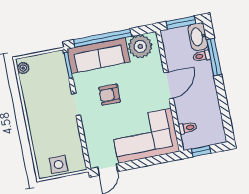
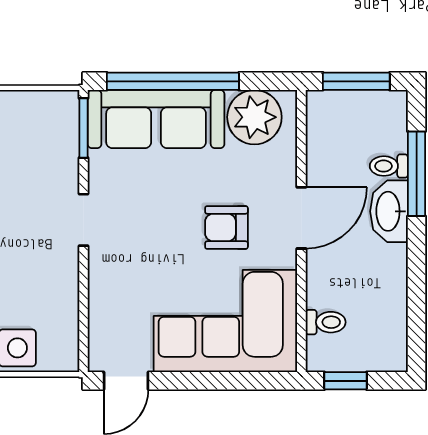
washbasin: (198, 37) -> (389, 211), moved
armchair: (109, 95) -> (226, 228), moved

